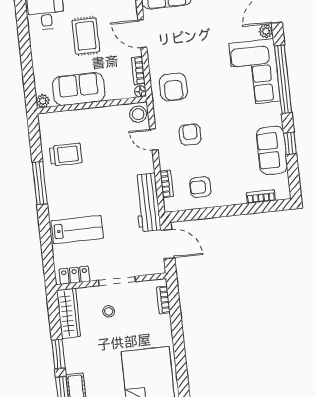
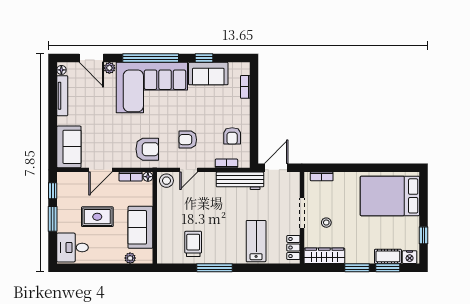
corner sofa: (255, 72) -> (152, 88), width x1.36, depth x1.36
plant: (43, 101) -> (130, 258), moved

